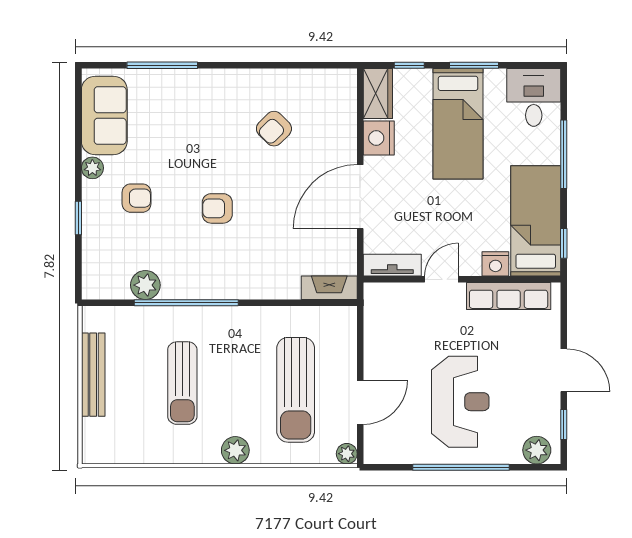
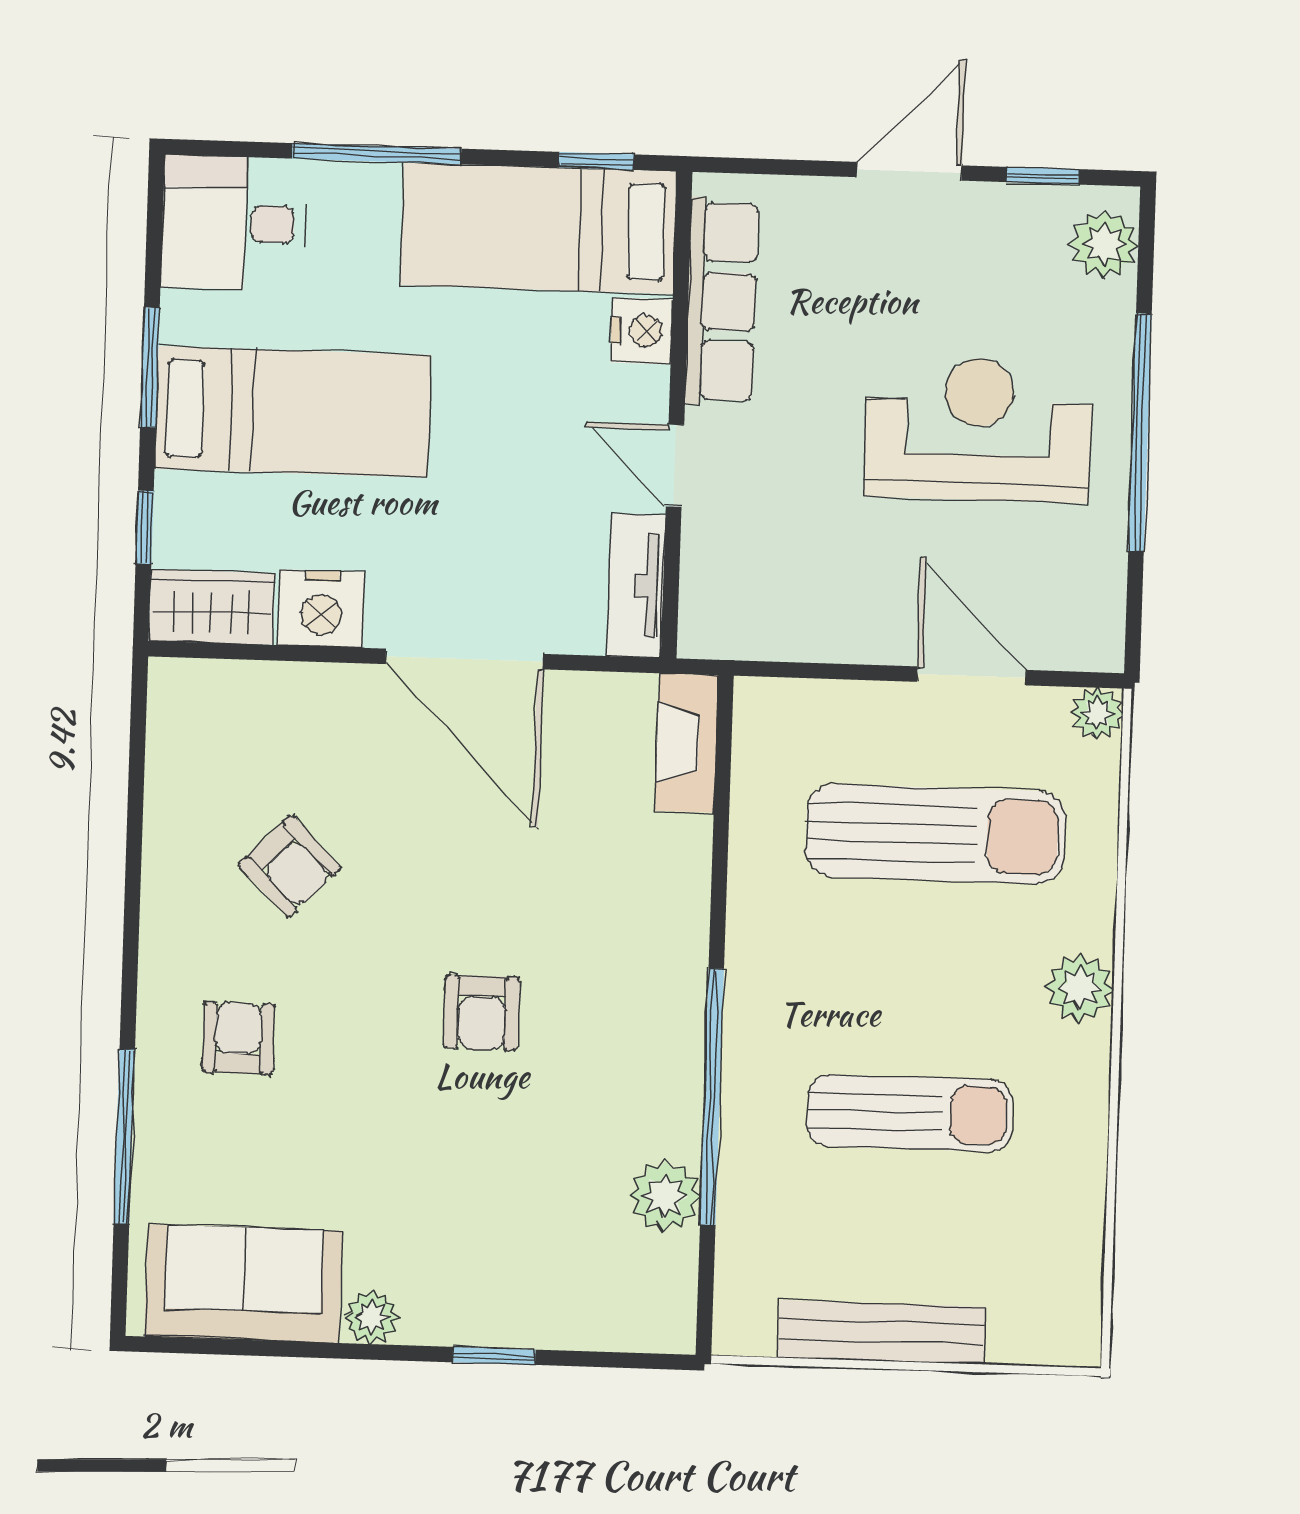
armchair: (137, 198) -> (238, 1038), moved

